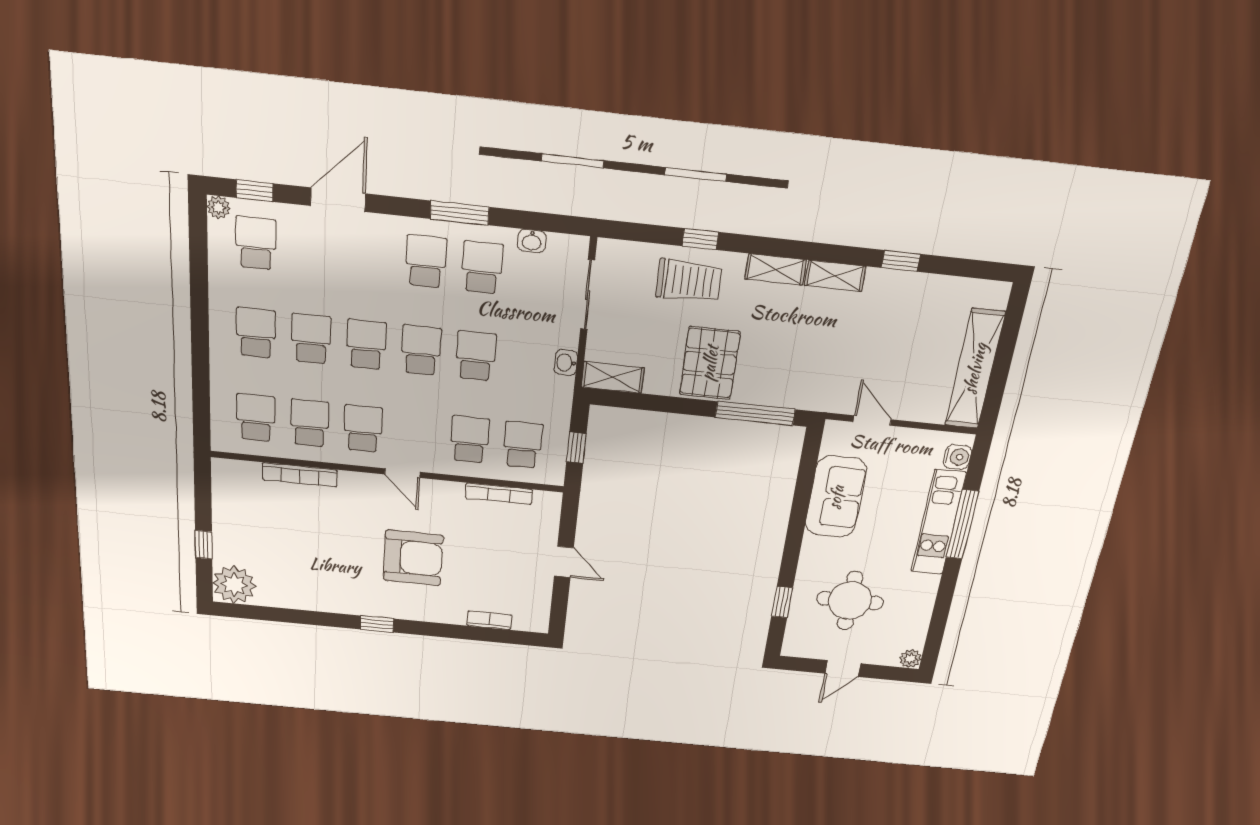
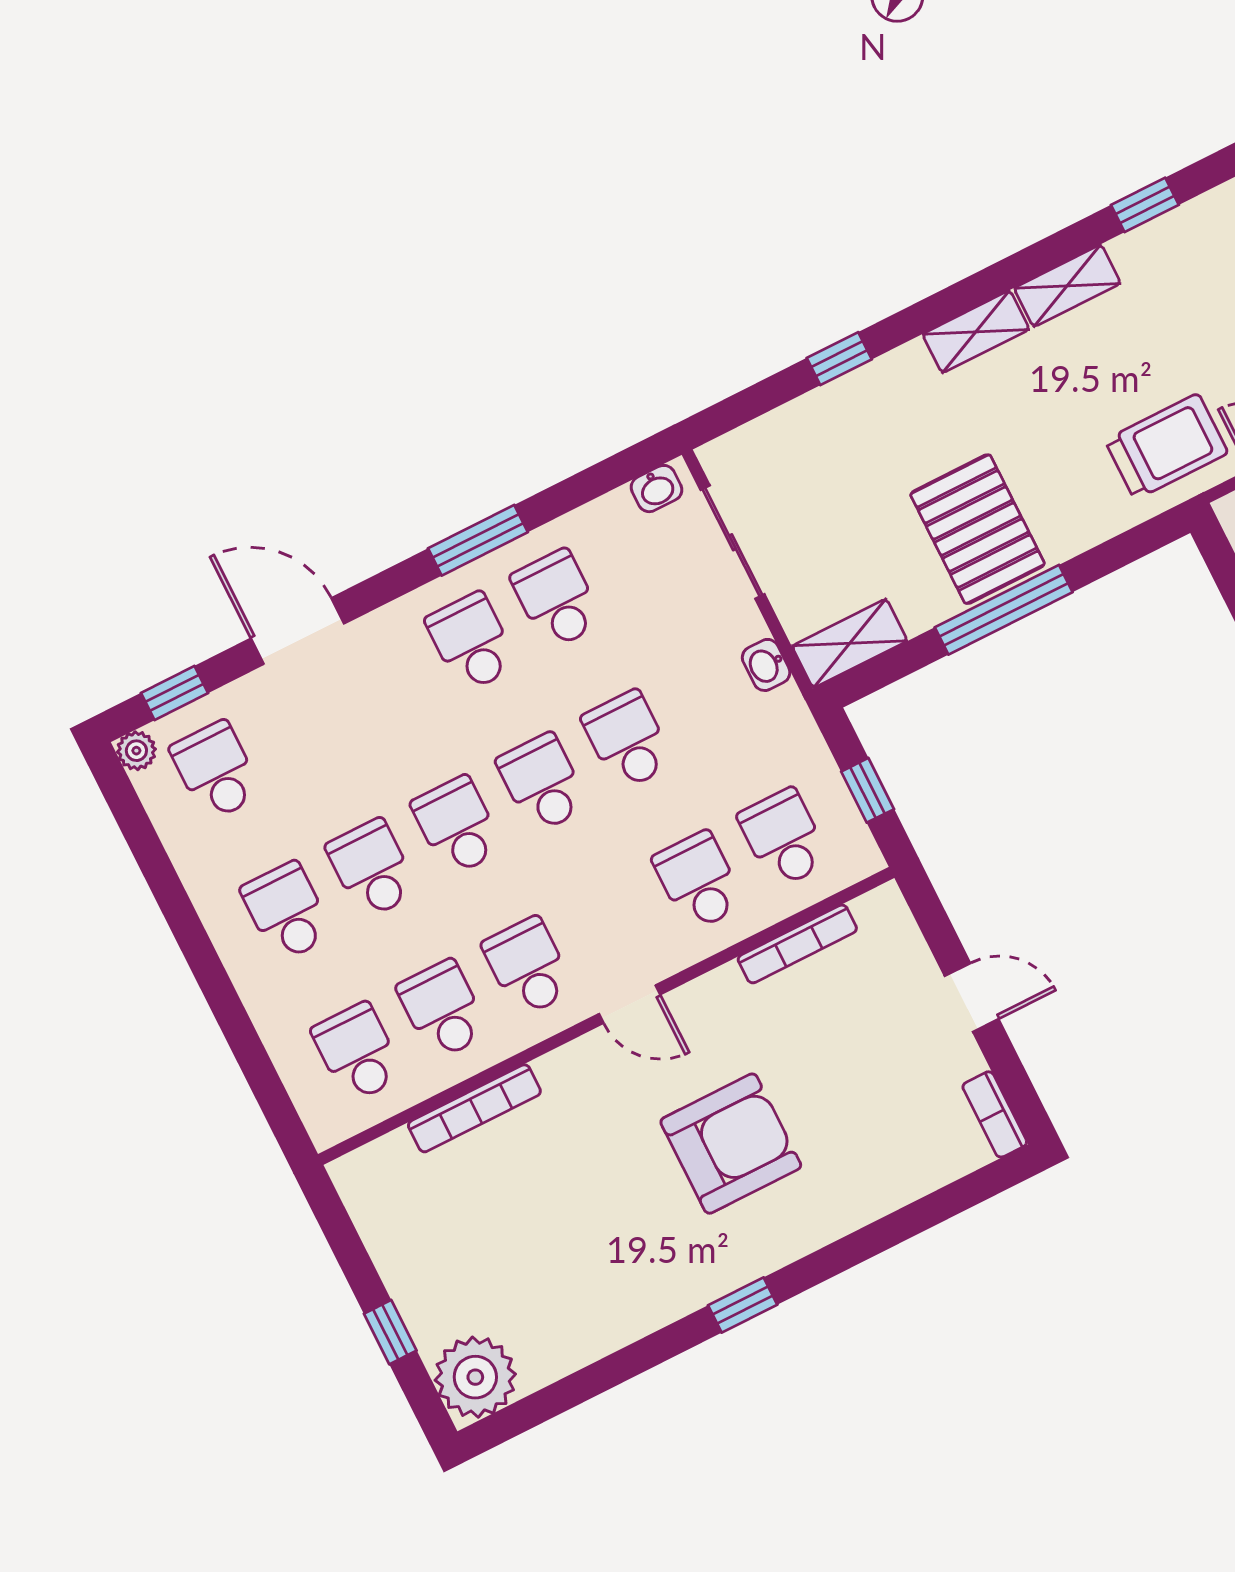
door: (338, 200) -> (298, 631), hinge flipped
washbasin: (532, 241) -> (656, 489), moved
trolley: (689, 281) -> (1166, 447), moved
window: (755, 413) -> (1004, 610), moved
bookcase: (489, 620) -> (995, 1114), moved, turned -90

